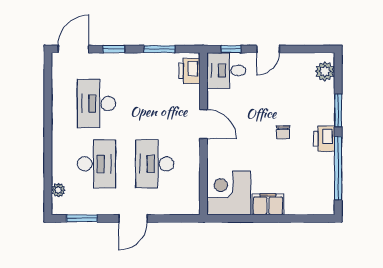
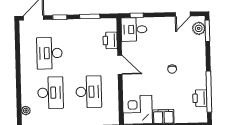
door: (268, 49) -> (183, 14), moved
printer: (189, 71) -> (110, 40), moved
window: (338, 110) -> (207, 31), moved
printer: (324, 139) -> (200, 98), moved
desk: (155, 164) -> (89, 92), turned 180

